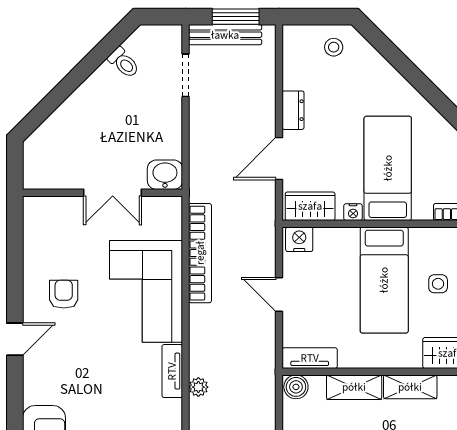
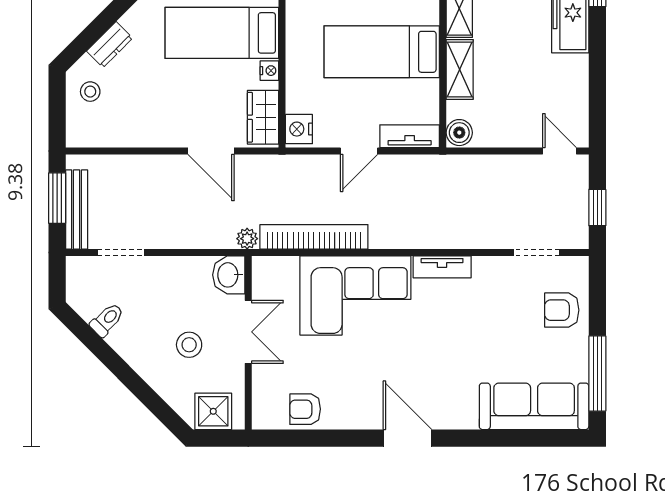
dresser: (293, 110) -> (110, 45), moved, turned 135
stool: (101, 138) -> (189, 345), added
shower: (39, 160) -> (213, 411), added
bed: (384, 280) -> (382, 52), moved, turned 180
armchair: (64, 294) -> (305, 409), moved
door: (15, 339) -> (407, 438), width x1.38
tv unit: (310, 358) -> (410, 136), moved, turned 90
plant: (198, 387) -> (247, 239), moved

